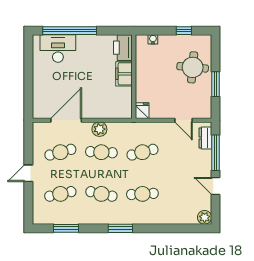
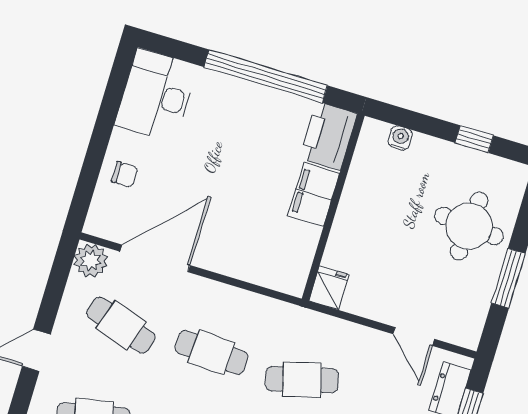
window: (70, 31) -> (266, 76), moved
desk: (58, 48) -> (156, 95), moved, turned -90
chair: (43, 89) -> (125, 175), added
plant: (99, 129) -> (91, 261), moved
cafe table: (60, 152) -> (121, 325), turned 33

